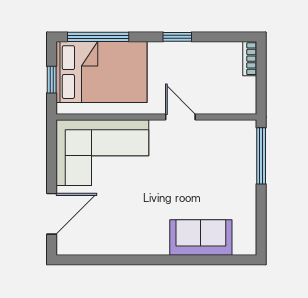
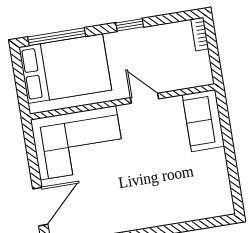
window: (52, 80) -> (20, 83), removed
window: (261, 156) -> (225, 122), removed
sofa: (201, 237) -> (203, 121), moved, turned -90

